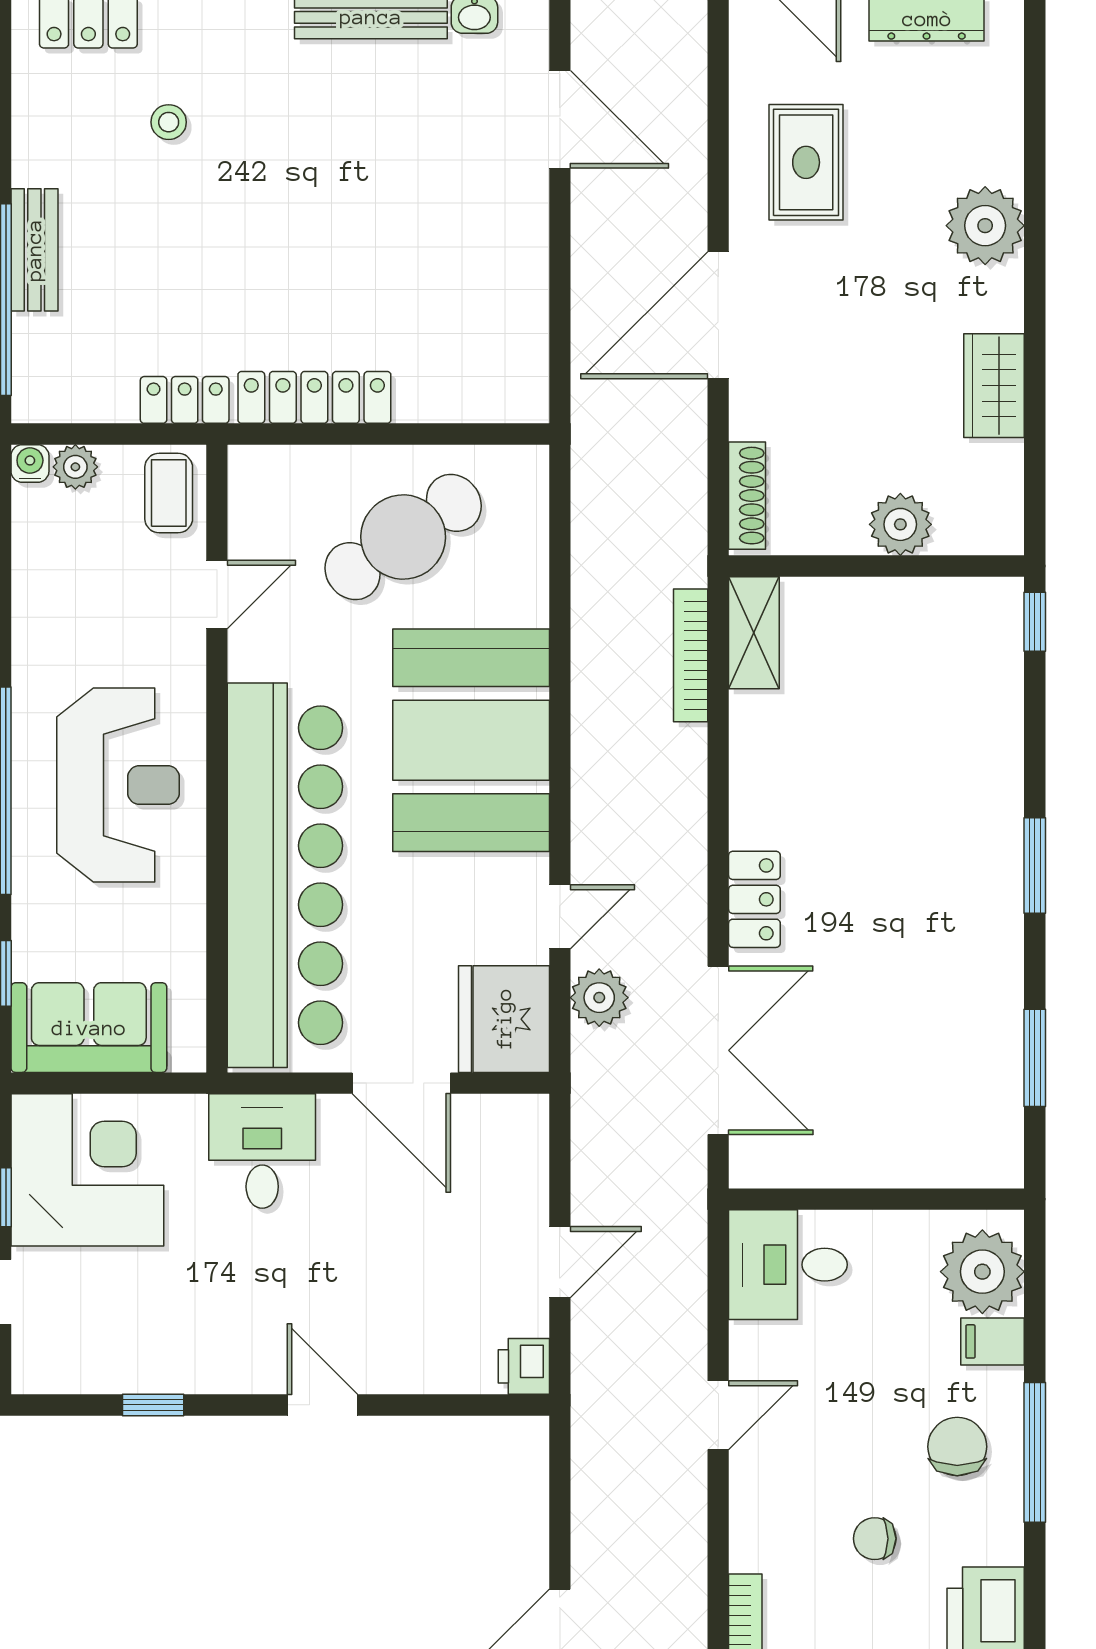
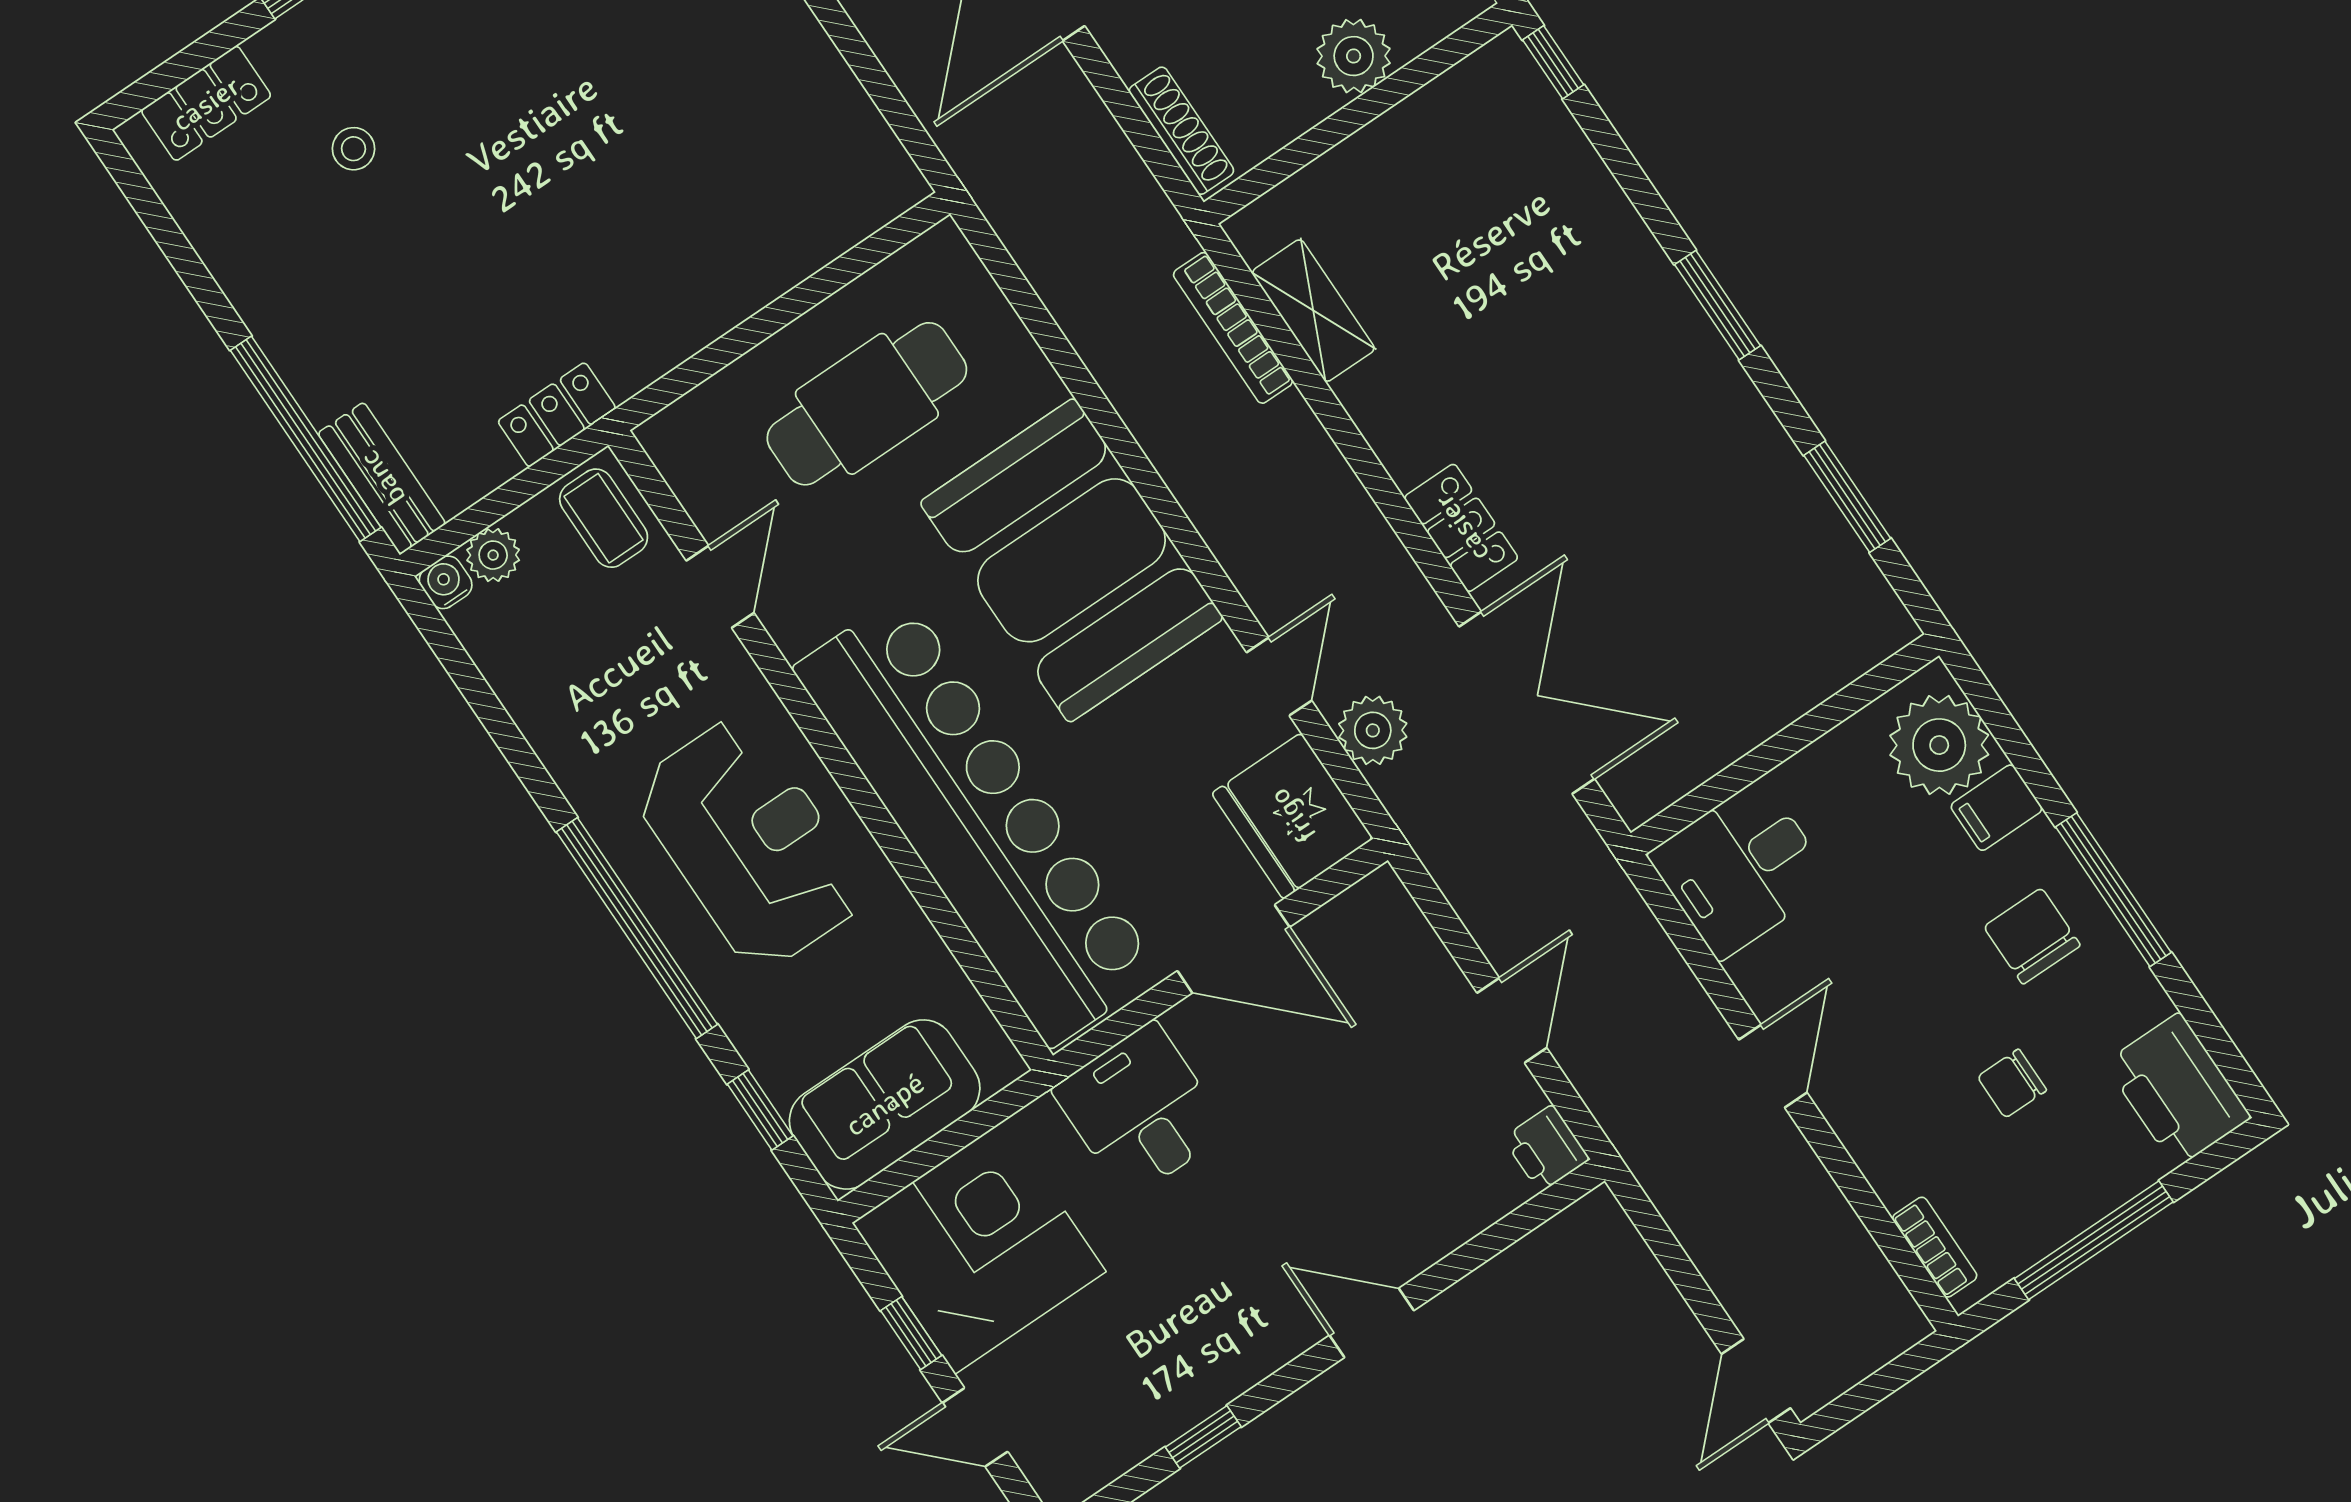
bench: (34, 250) -> (382, 478), moved
locker: (314, 397) -> (684, 325), removed
cafe table: (403, 537) -> (867, 404), turned 34
shelving: (754, 633) -> (1313, 311), moved

